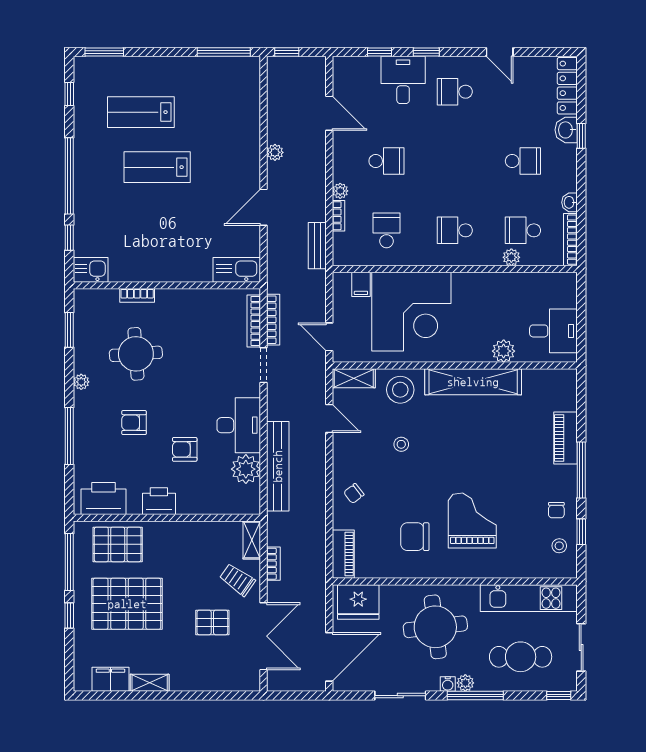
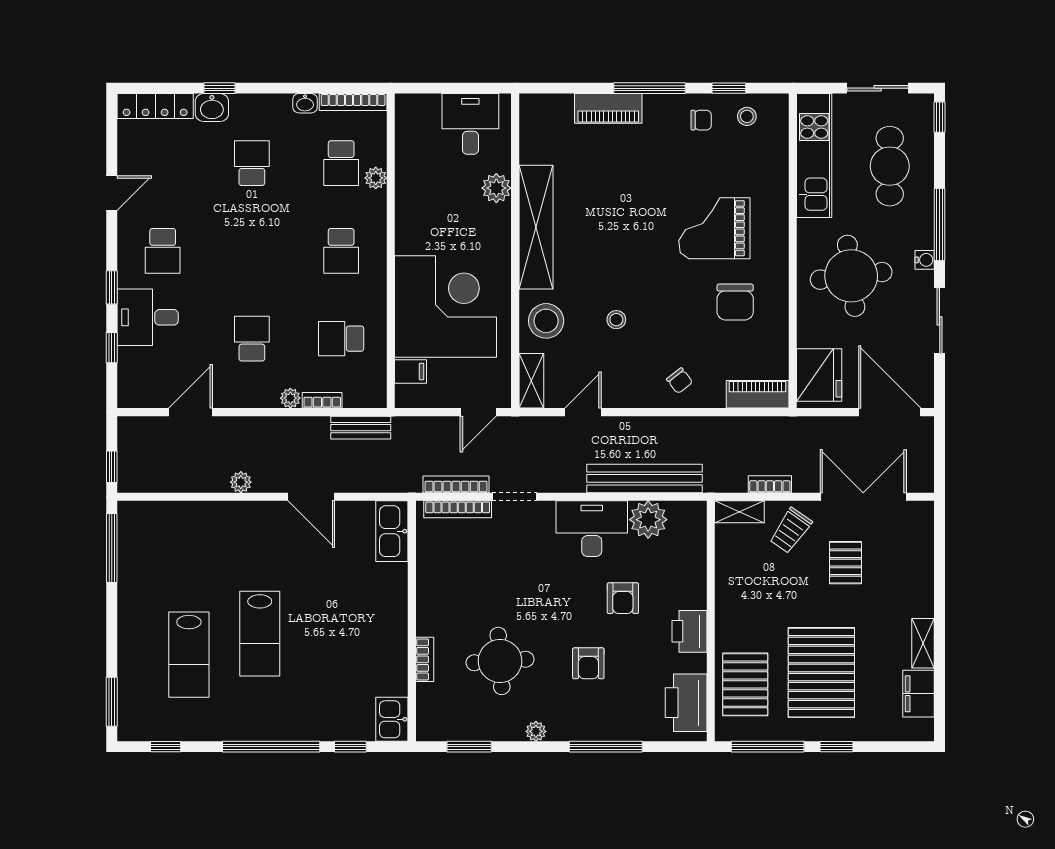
plant: (465, 683) -> (923, 237), removed

